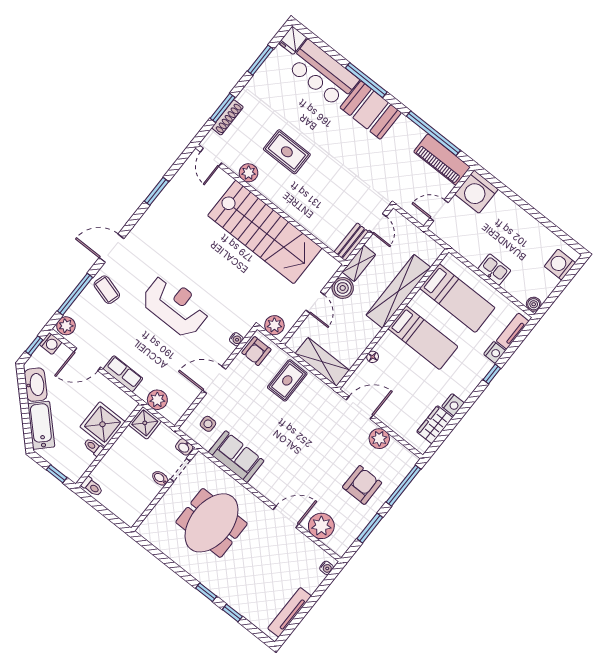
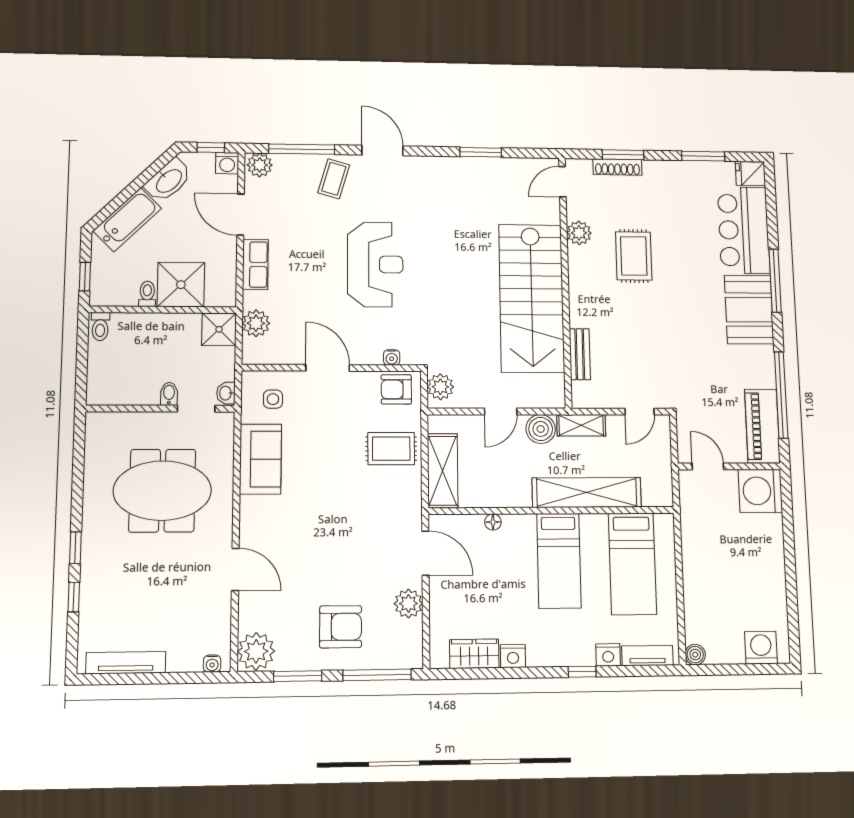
bench: (351, 242) -> (580, 354), moved, turned 90
kitchen sink: (494, 270) -> (696, 579), removed
plant: (321, 526) -> (256, 651), moved

